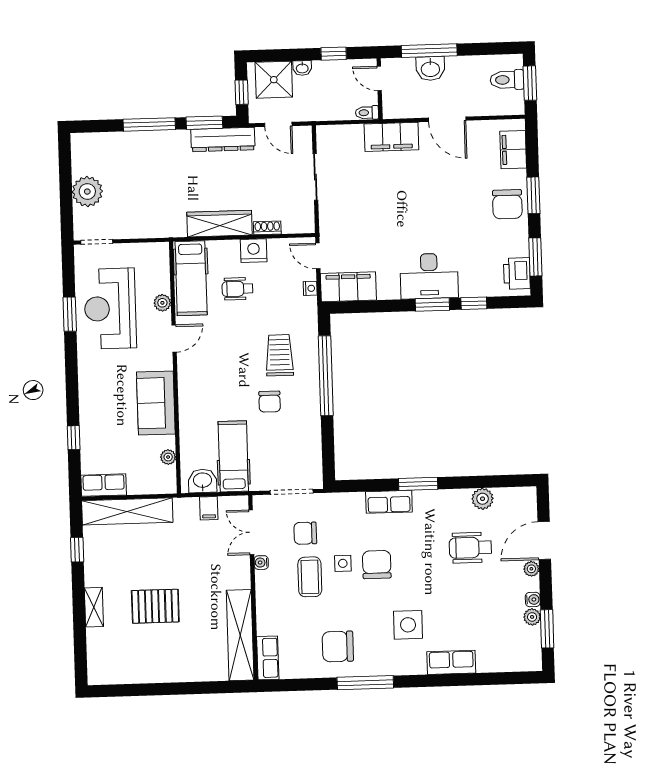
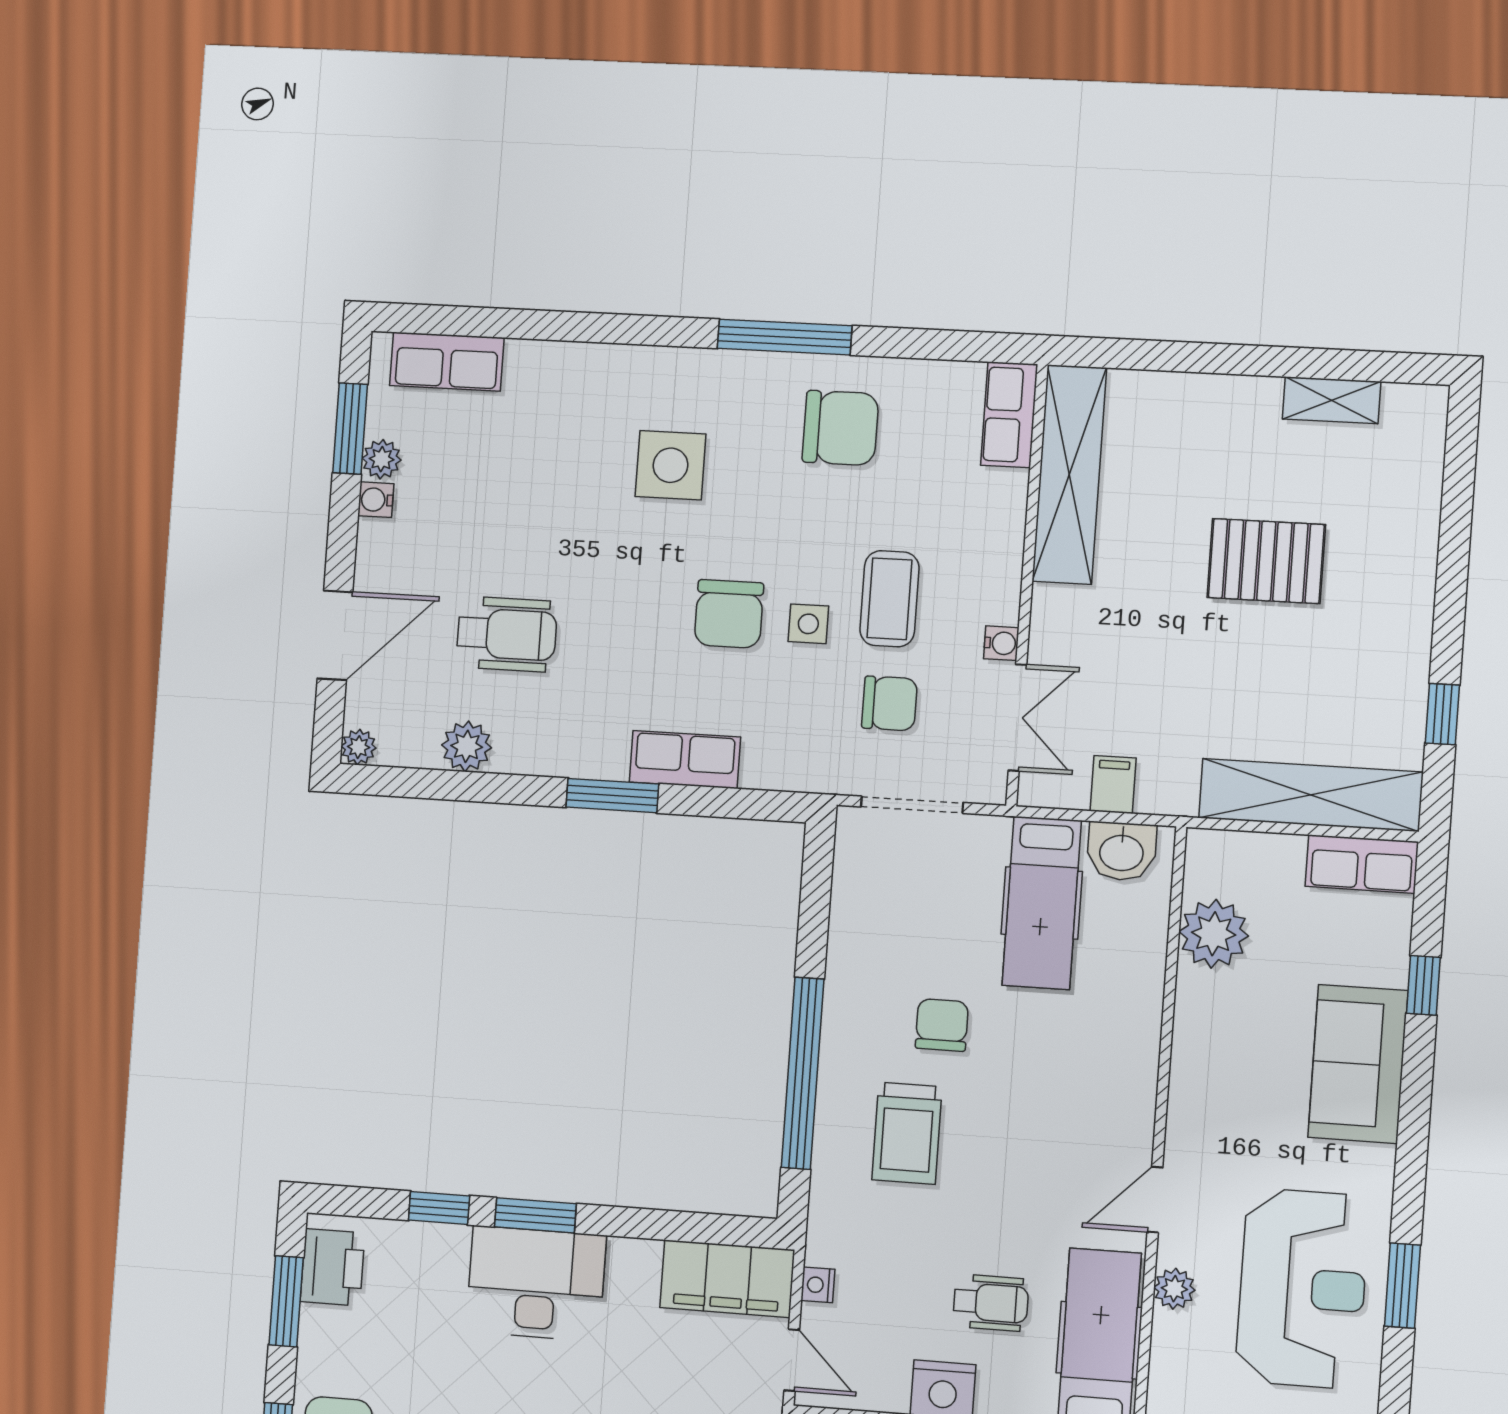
sofa: (156, 403) -> (1358, 1064), moved, turned 180
plant: (168, 457) -> (1214, 934), width x1.87, depth x1.87
plant: (531, 569) -> (359, 747), moved
shelving: (94, 607) -> (1332, 400), moved, turned 90
row of seats: (451, 662) -> (447, 362), moved

